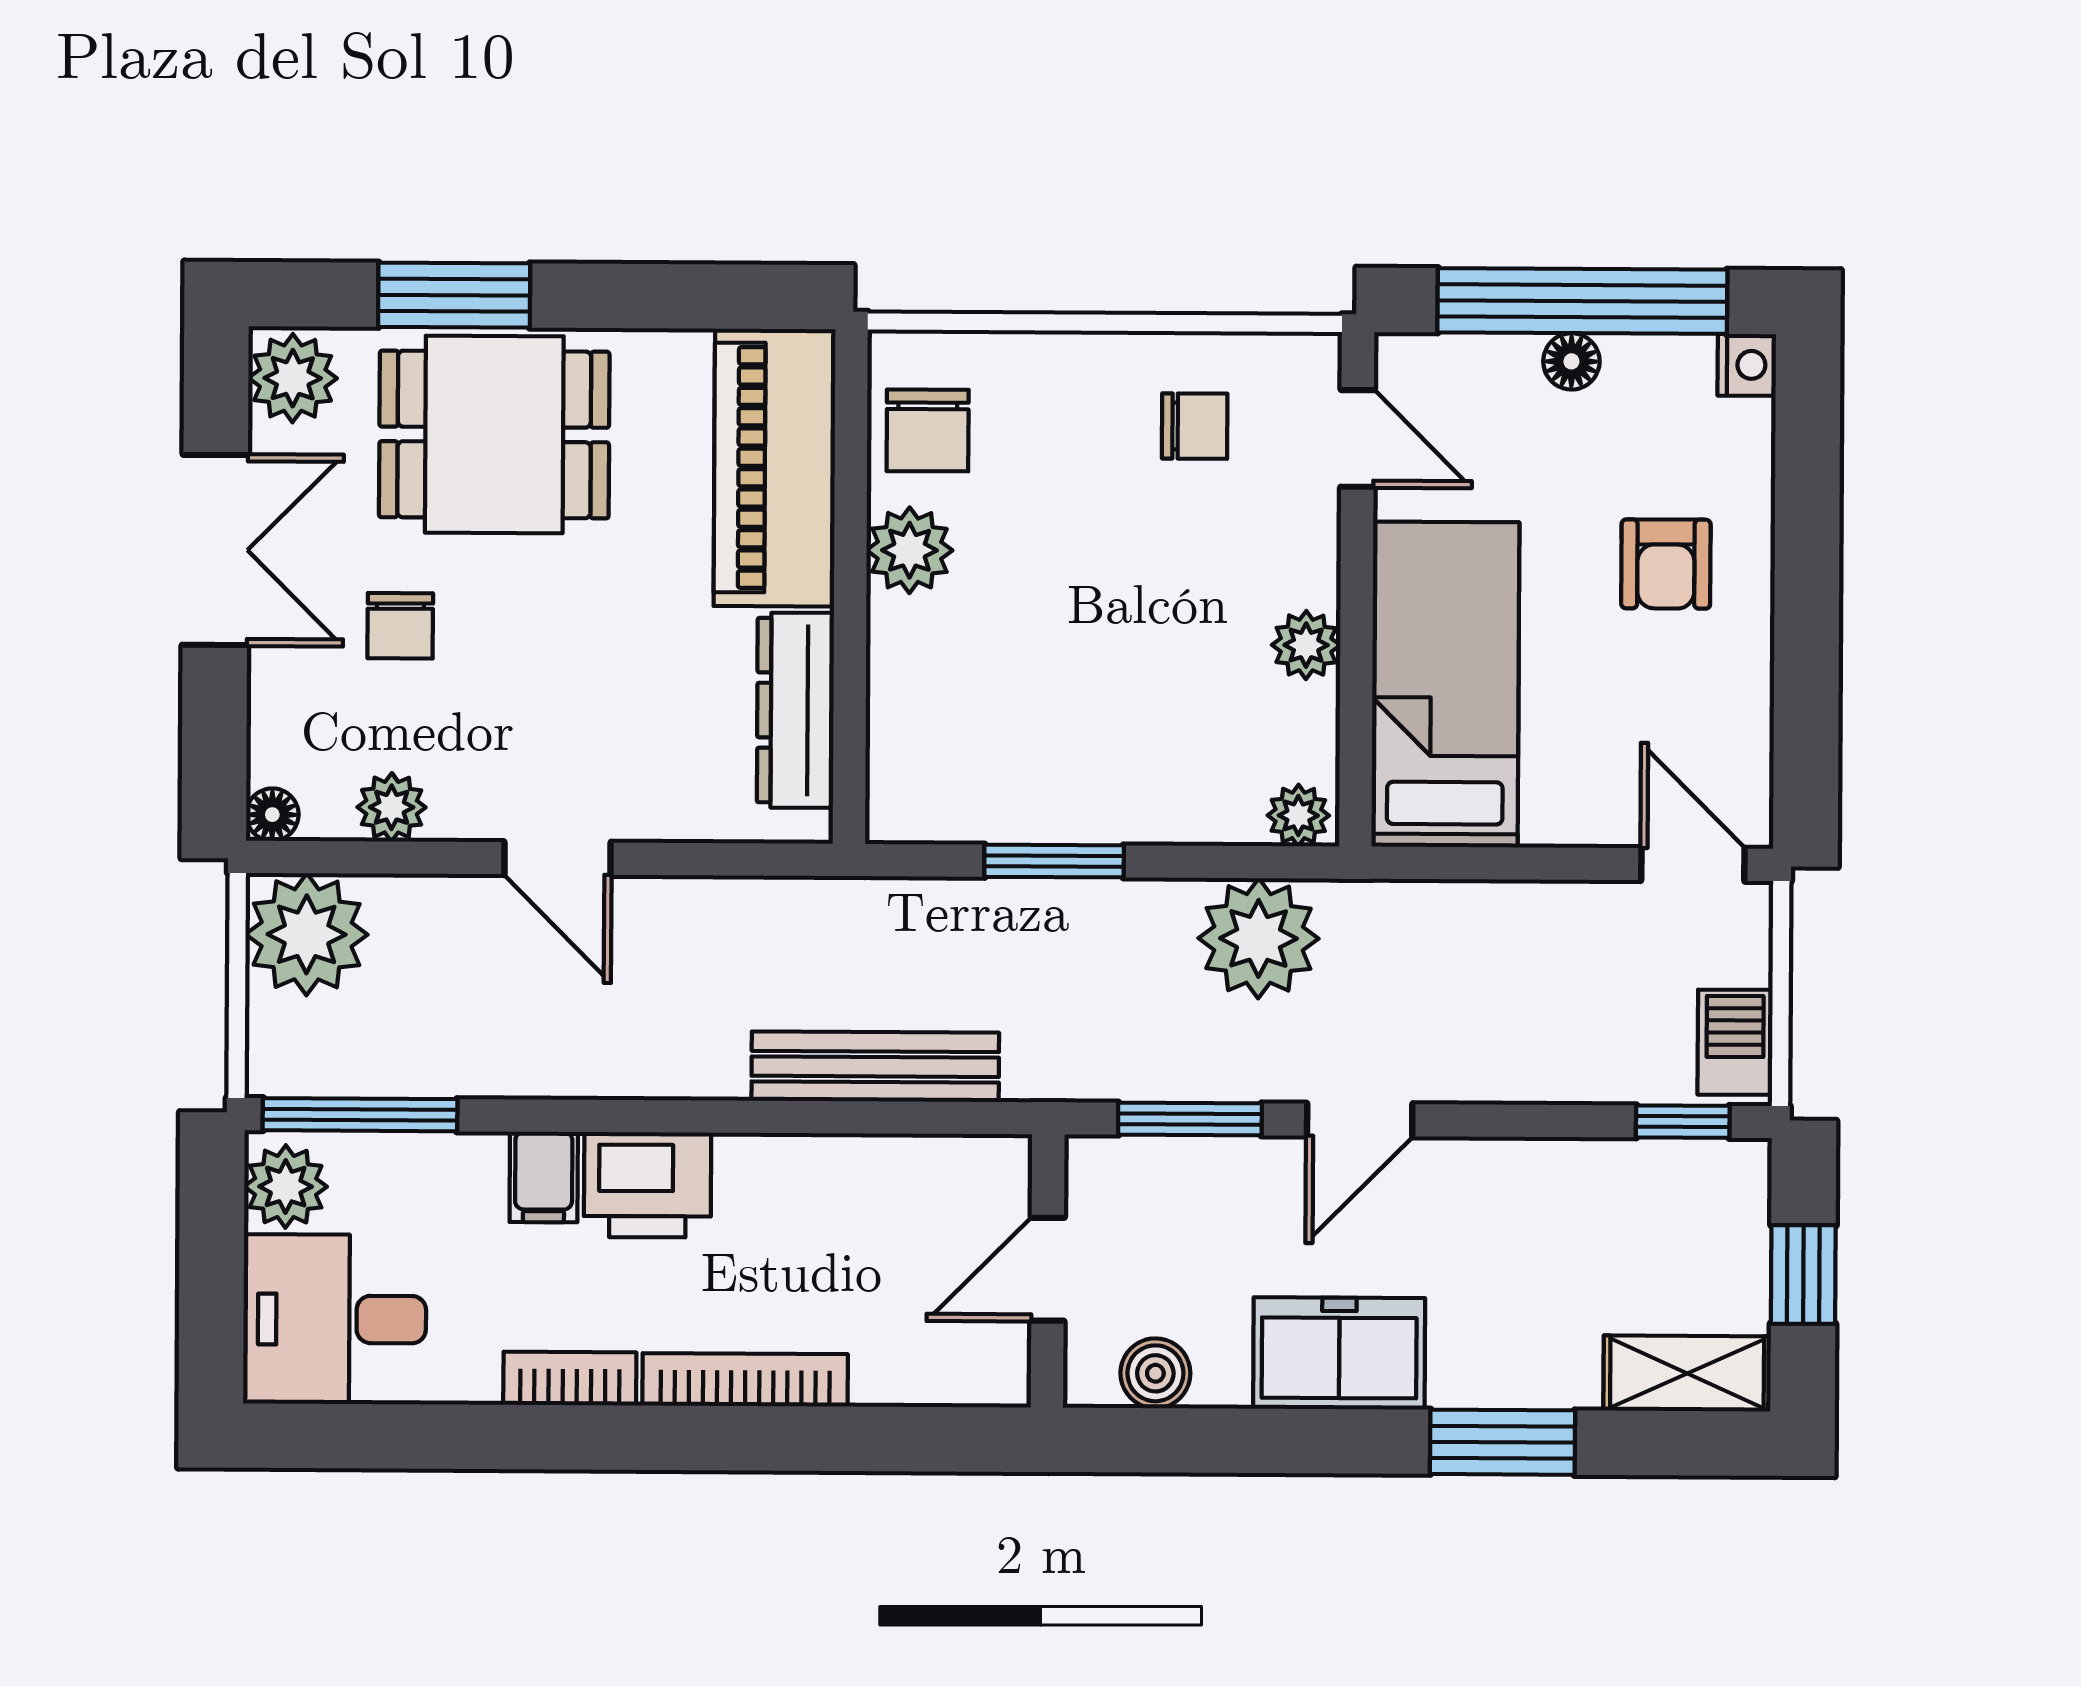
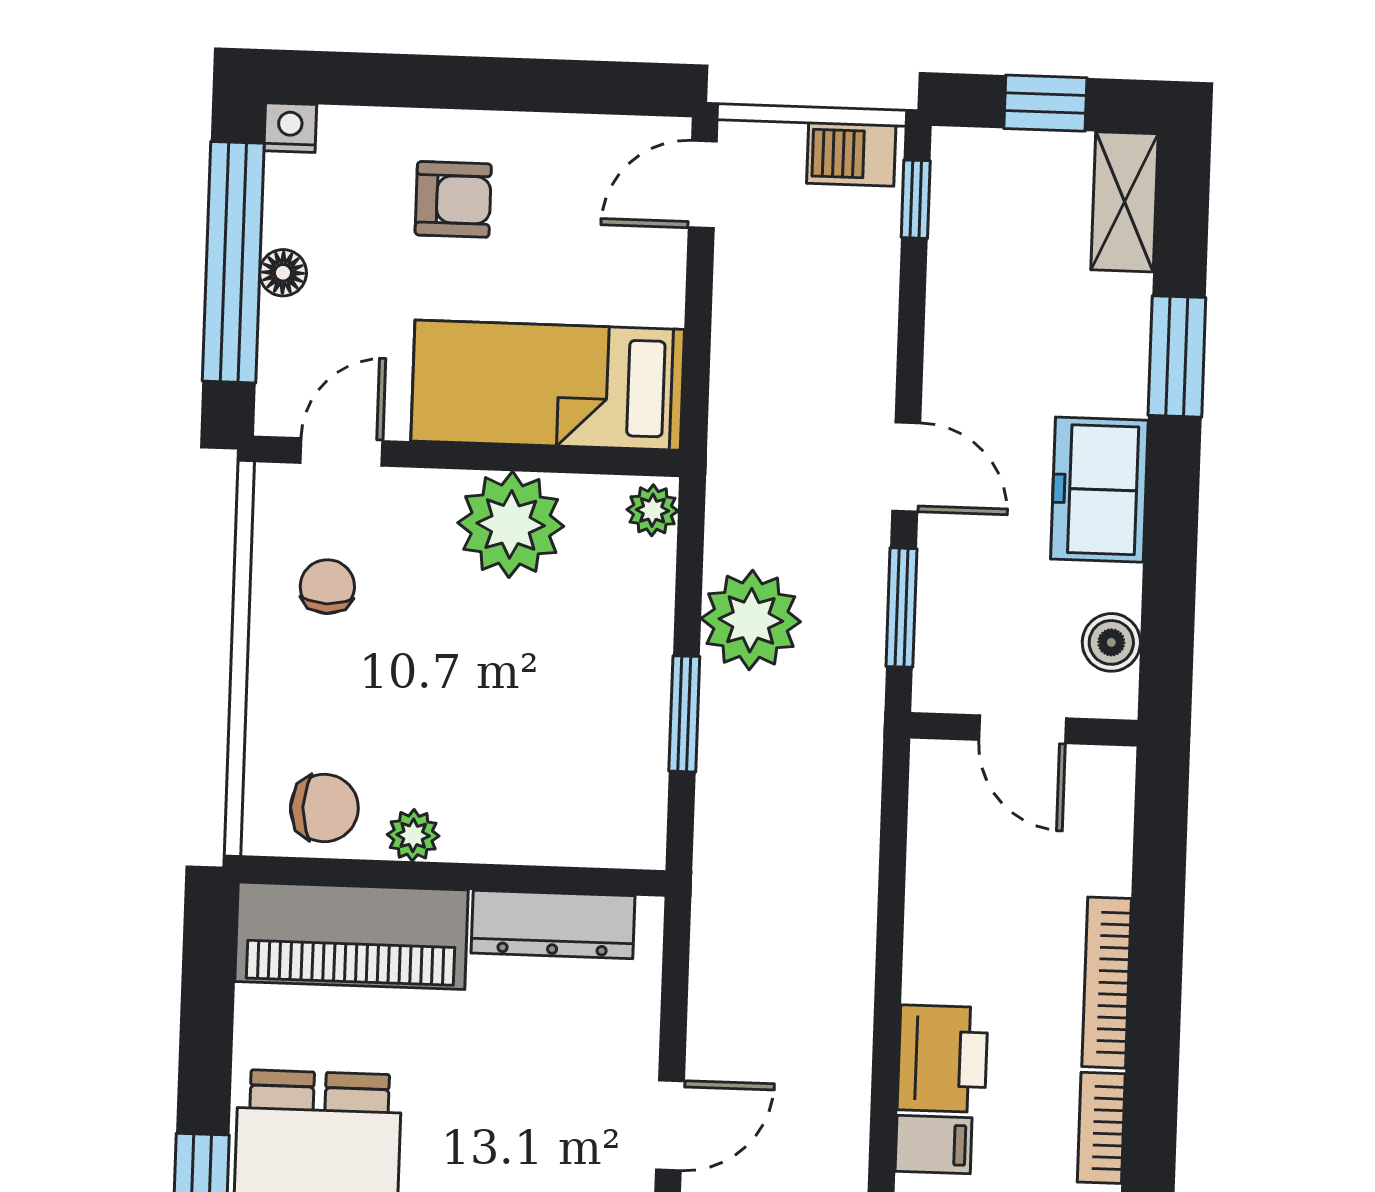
plant: (909, 550) -> (413, 835), width x0.73, depth x0.73
plant: (1306, 645) -> (511, 524), width x1.88, depth x1.88
plant: (1259, 938) -> (751, 620), moved
bench: (875, 1067) -> (850, 867), removed

